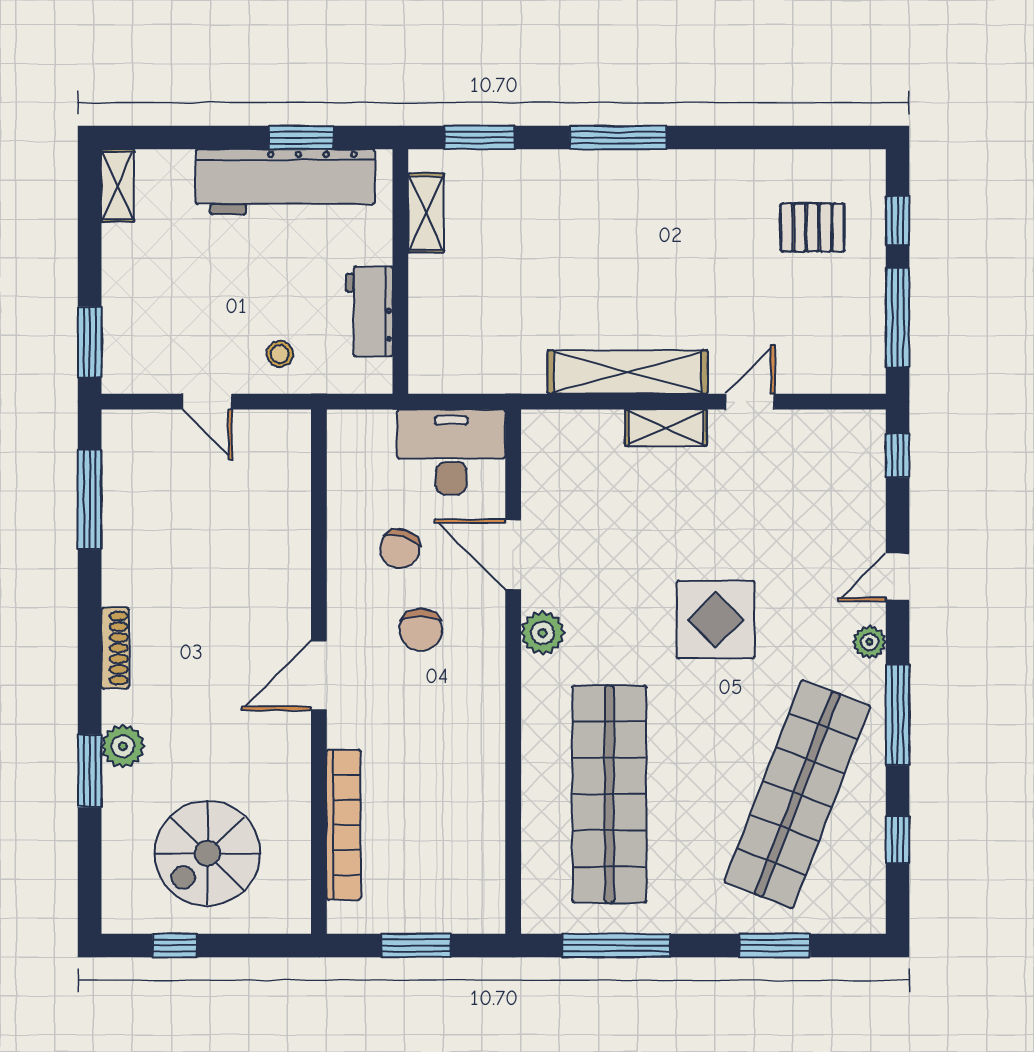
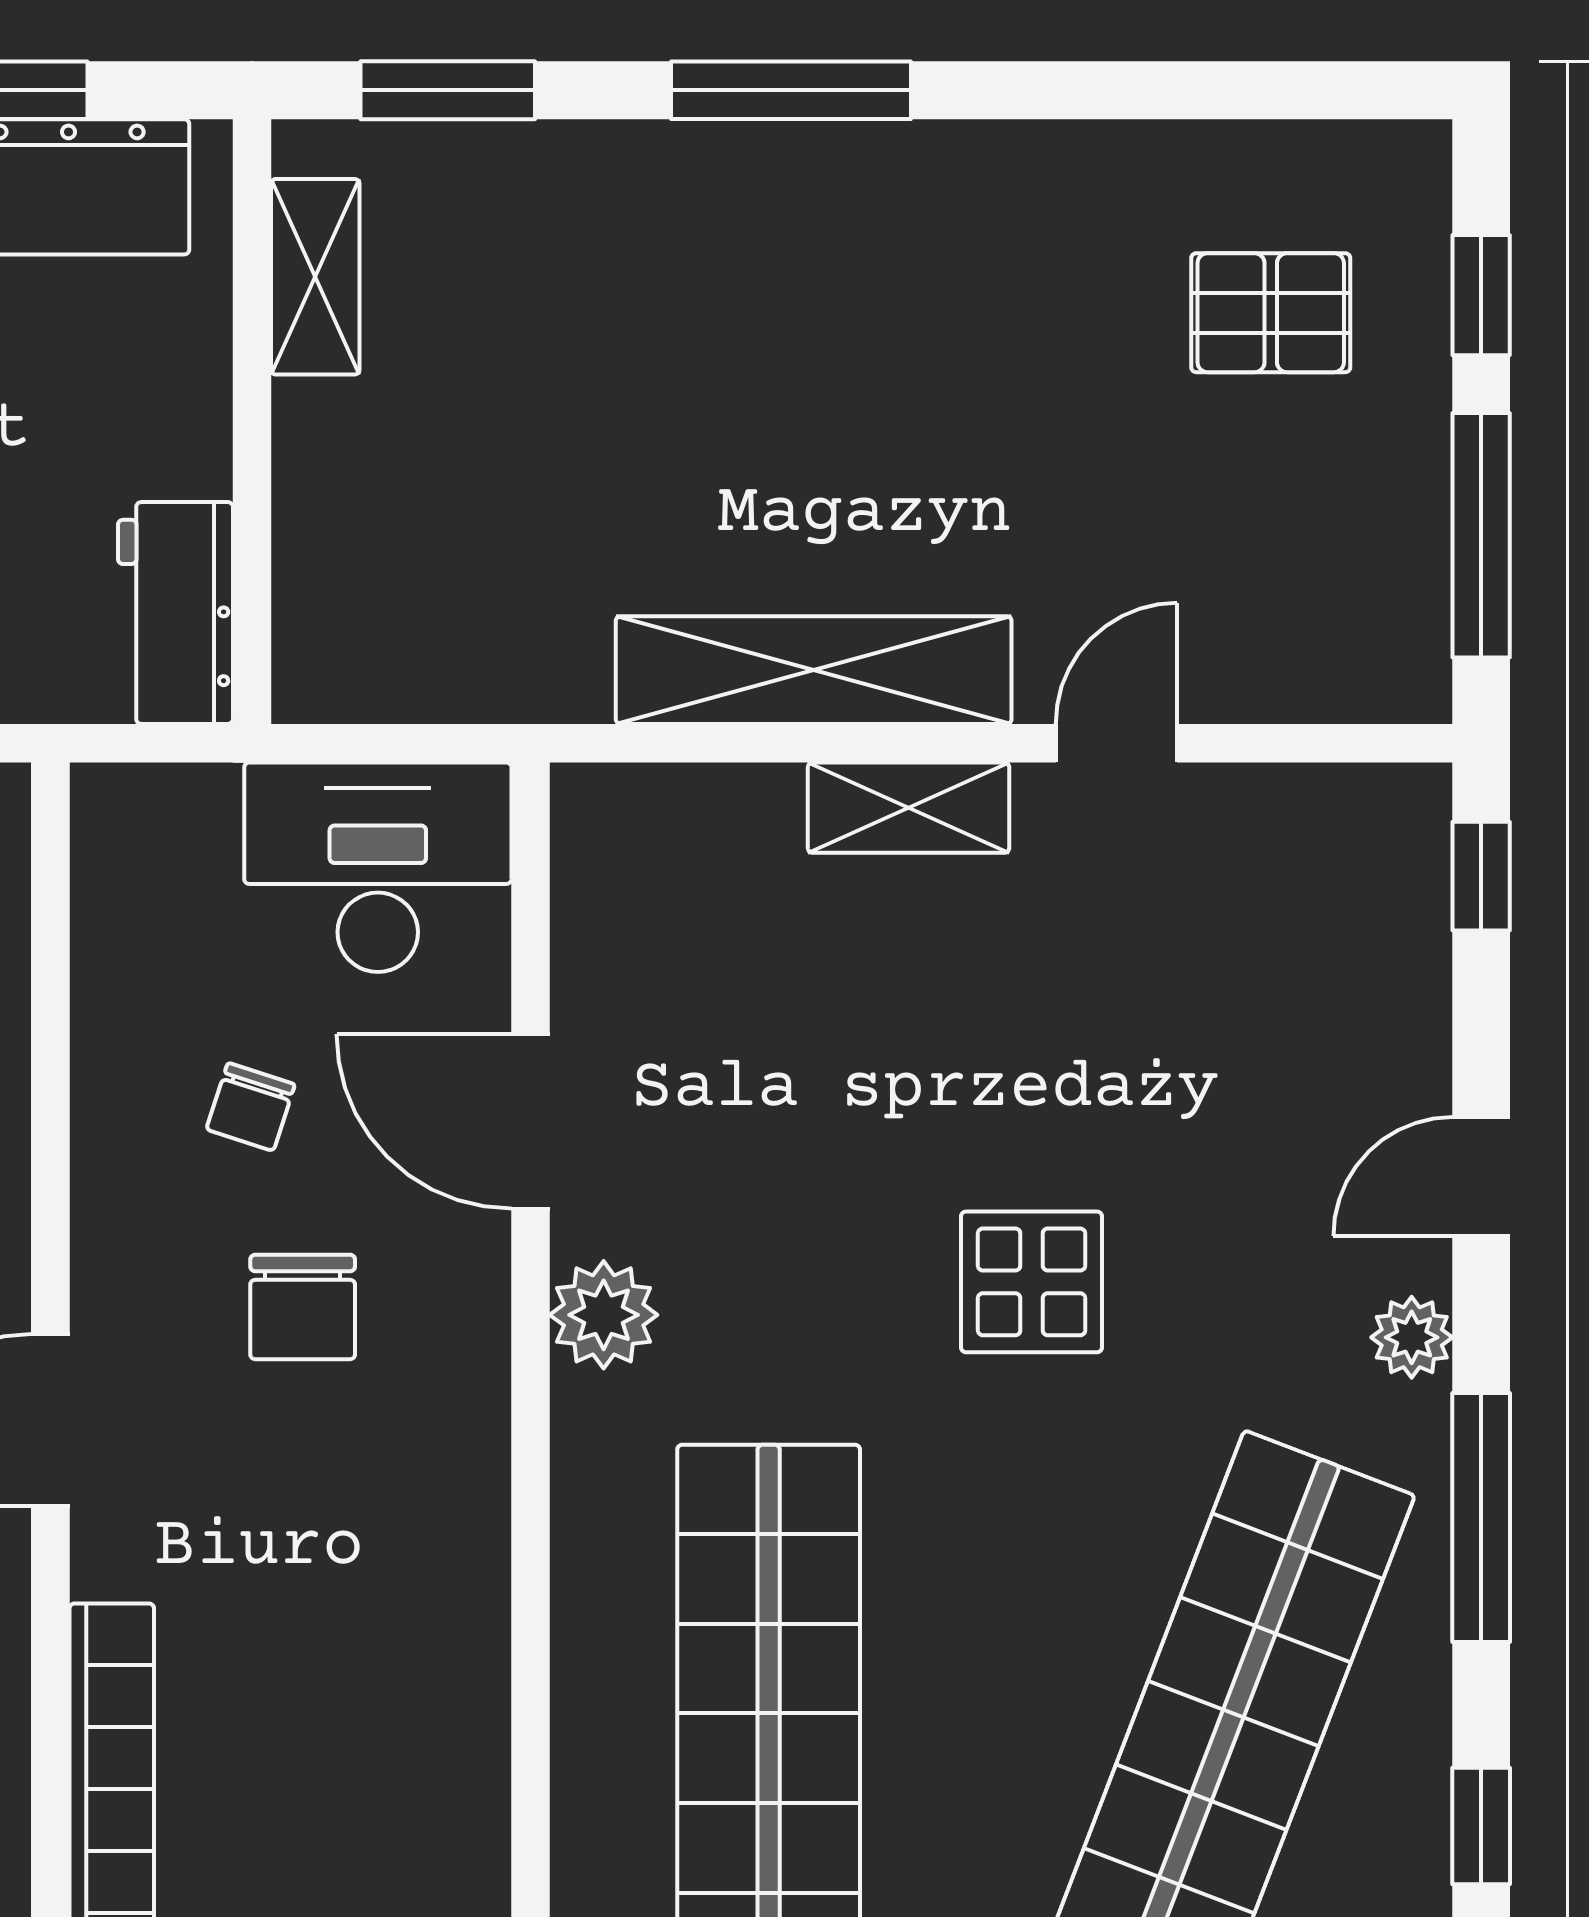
workbench: (369, 311) -> (175, 613), moved
chair: (400, 549) -> (251, 1107), width x0.73, depth x0.73
display table: (716, 620) -> (1032, 1282), width x0.73, depth x0.73

